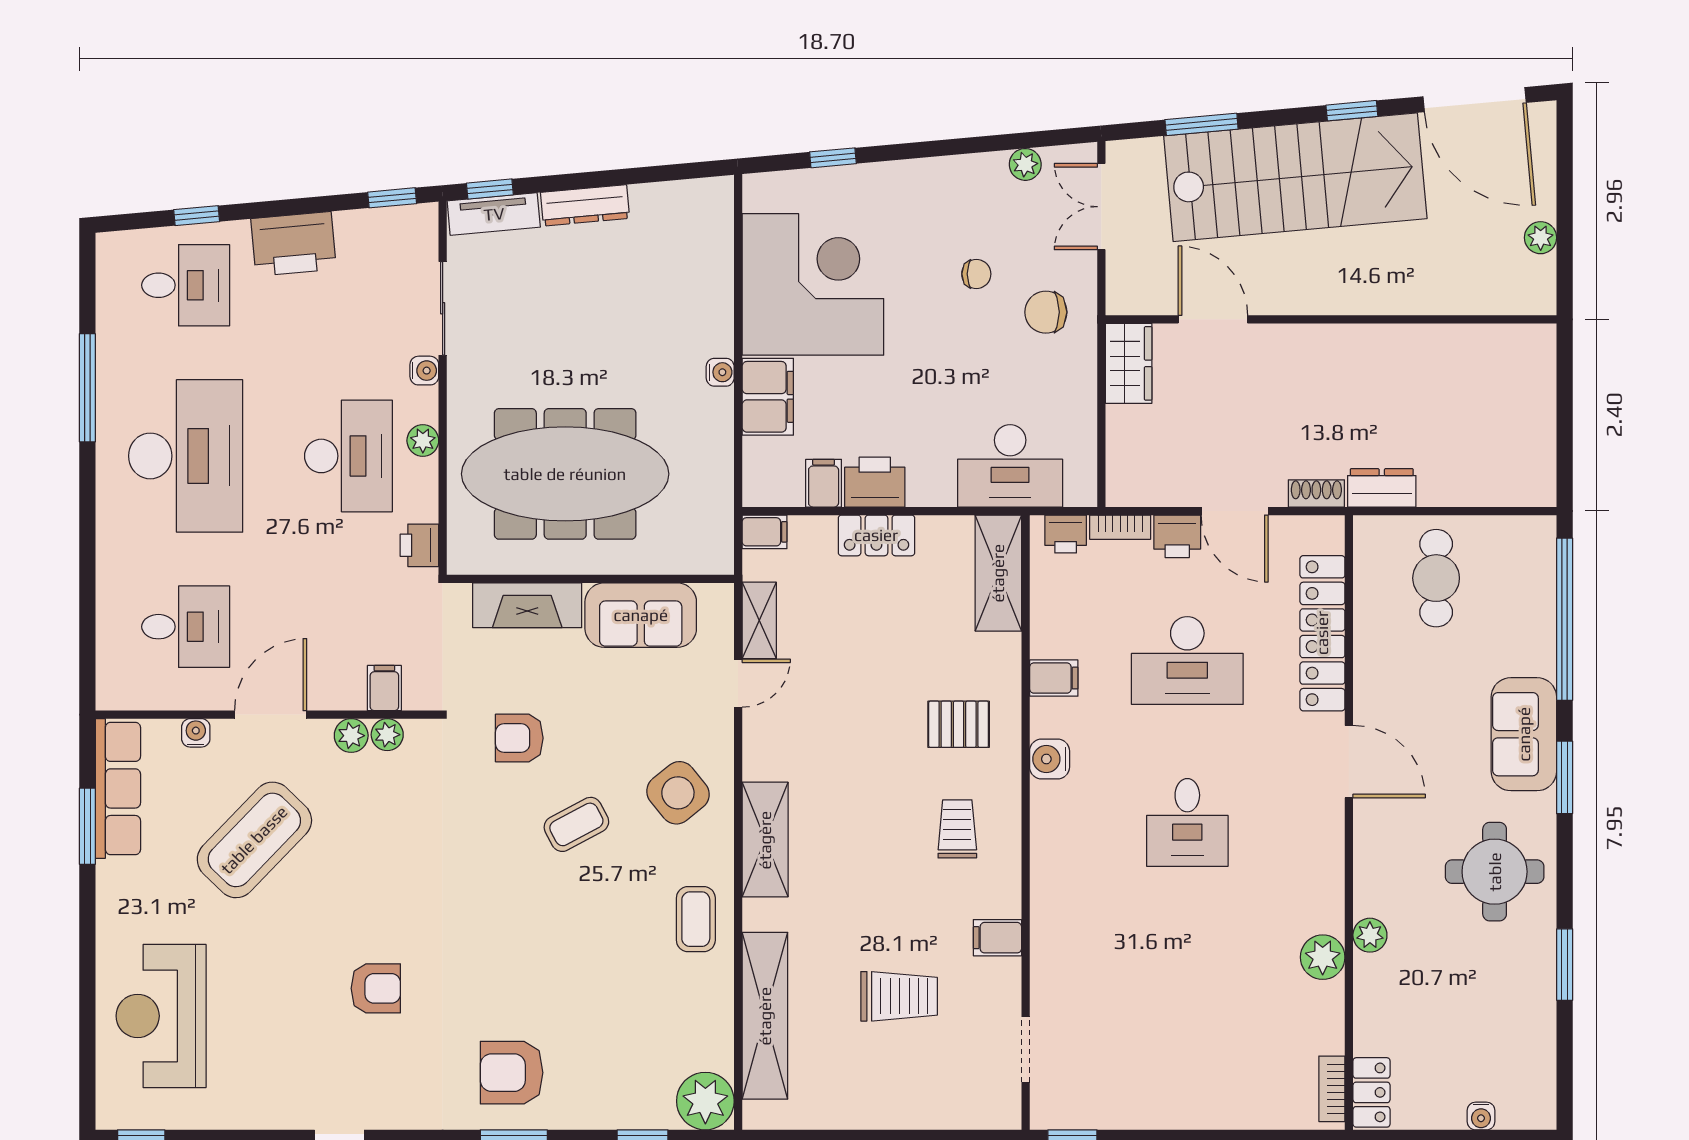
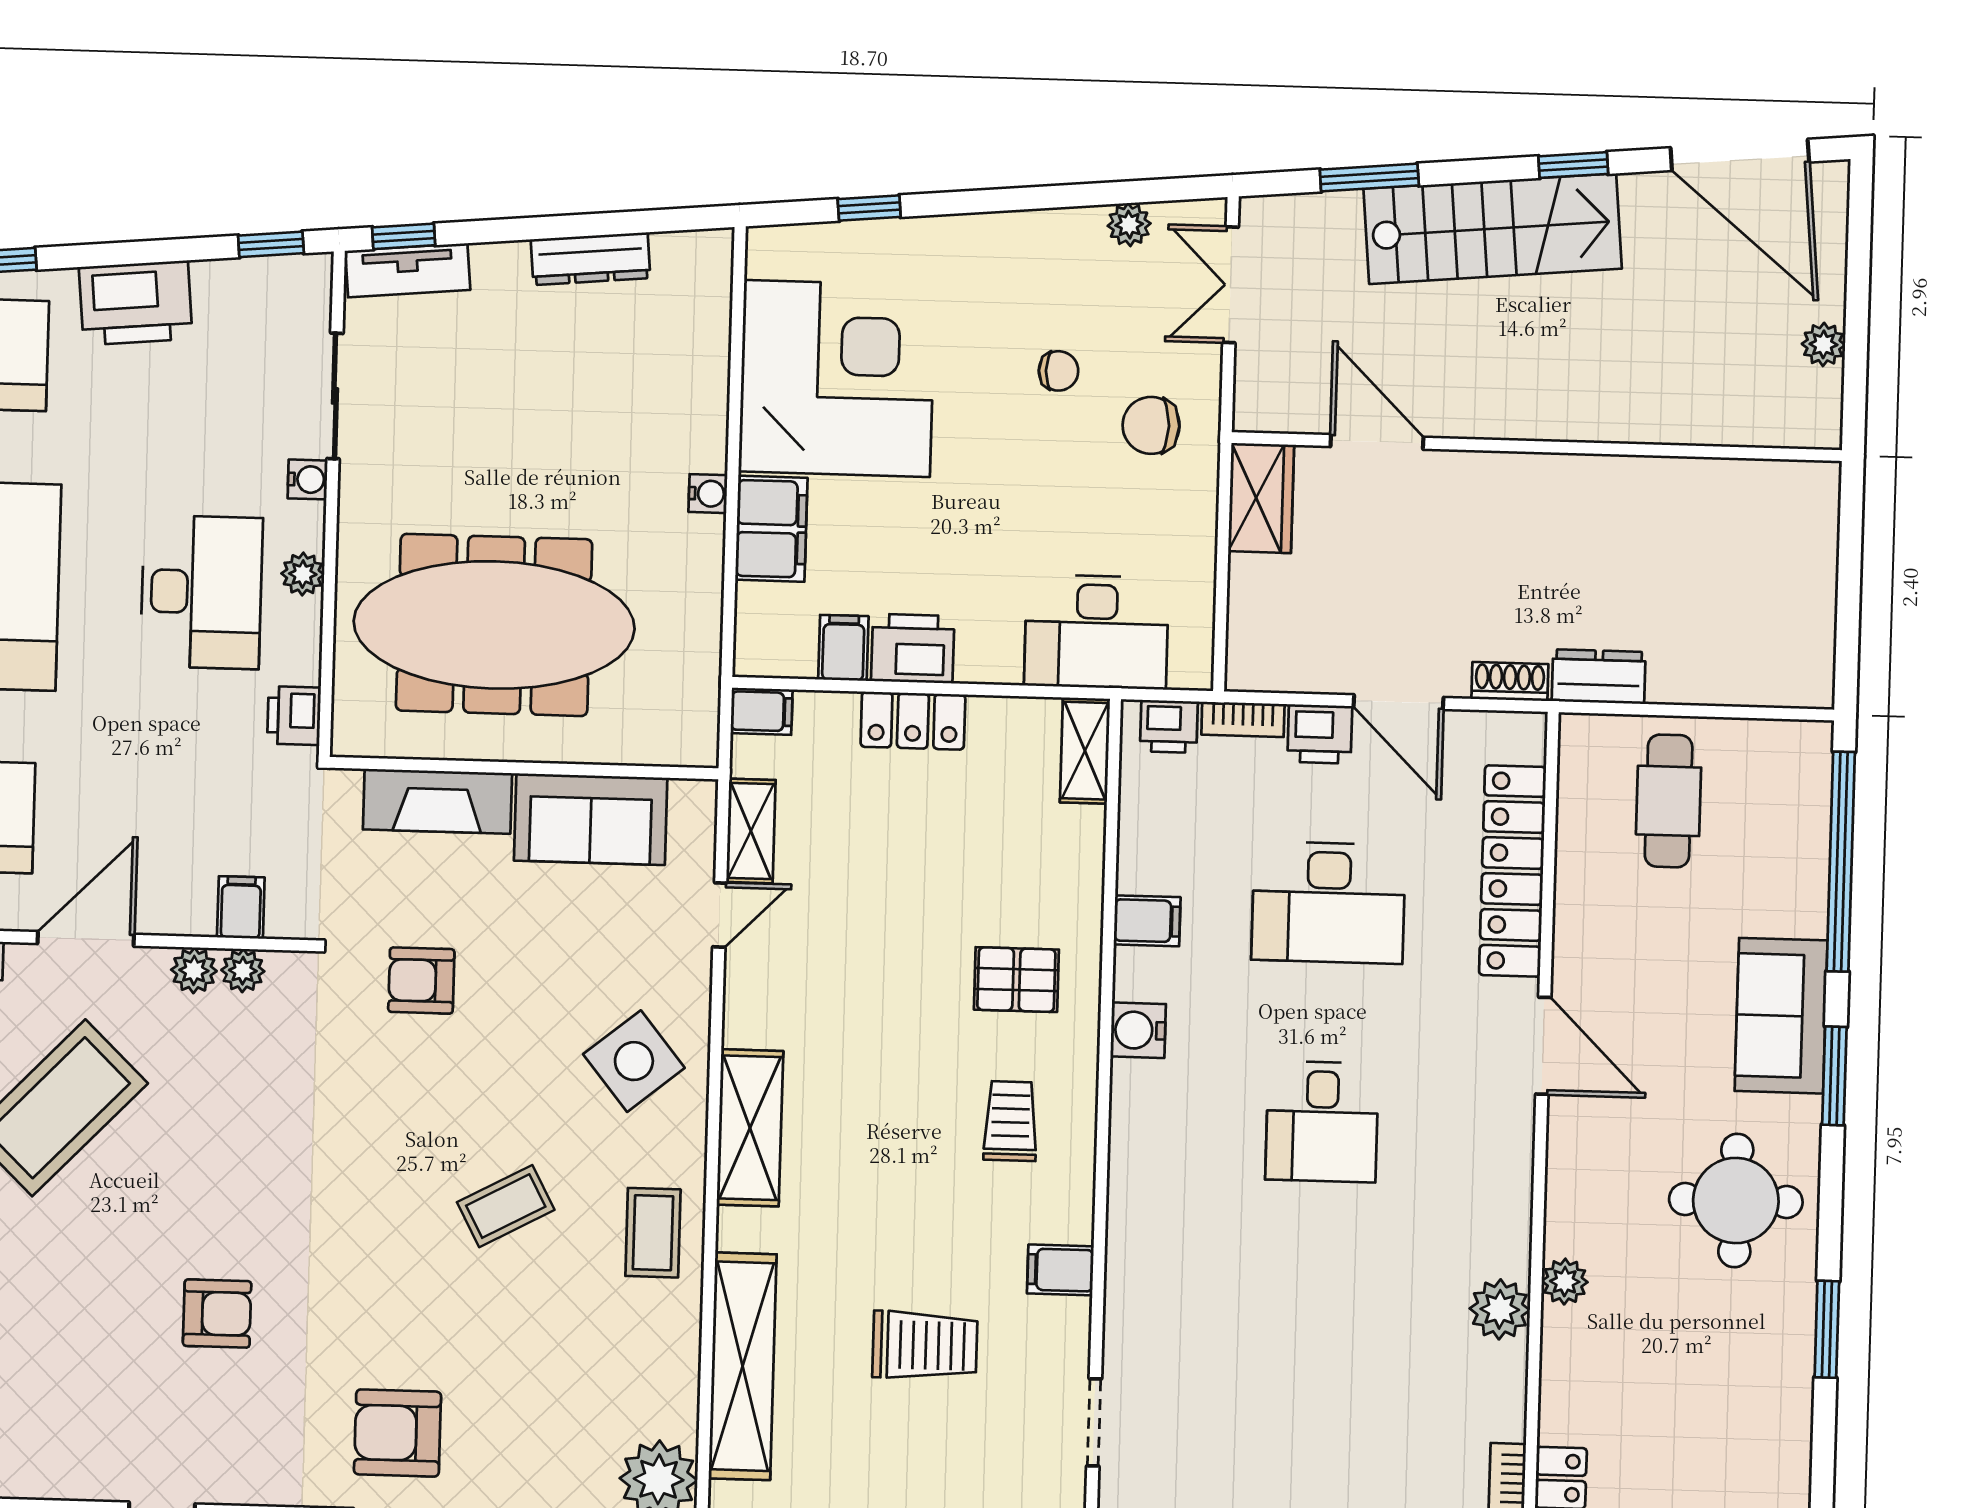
stairs: (1295, 177) -> (1493, 229), width x0.73, depth x0.66
dresser: (585, 205) -> (591, 259), moved
shelving: (998, 573) -> (1085, 751), width x0.67, depth x0.75
coffee table: (576, 824) -> (506, 1206), moved

